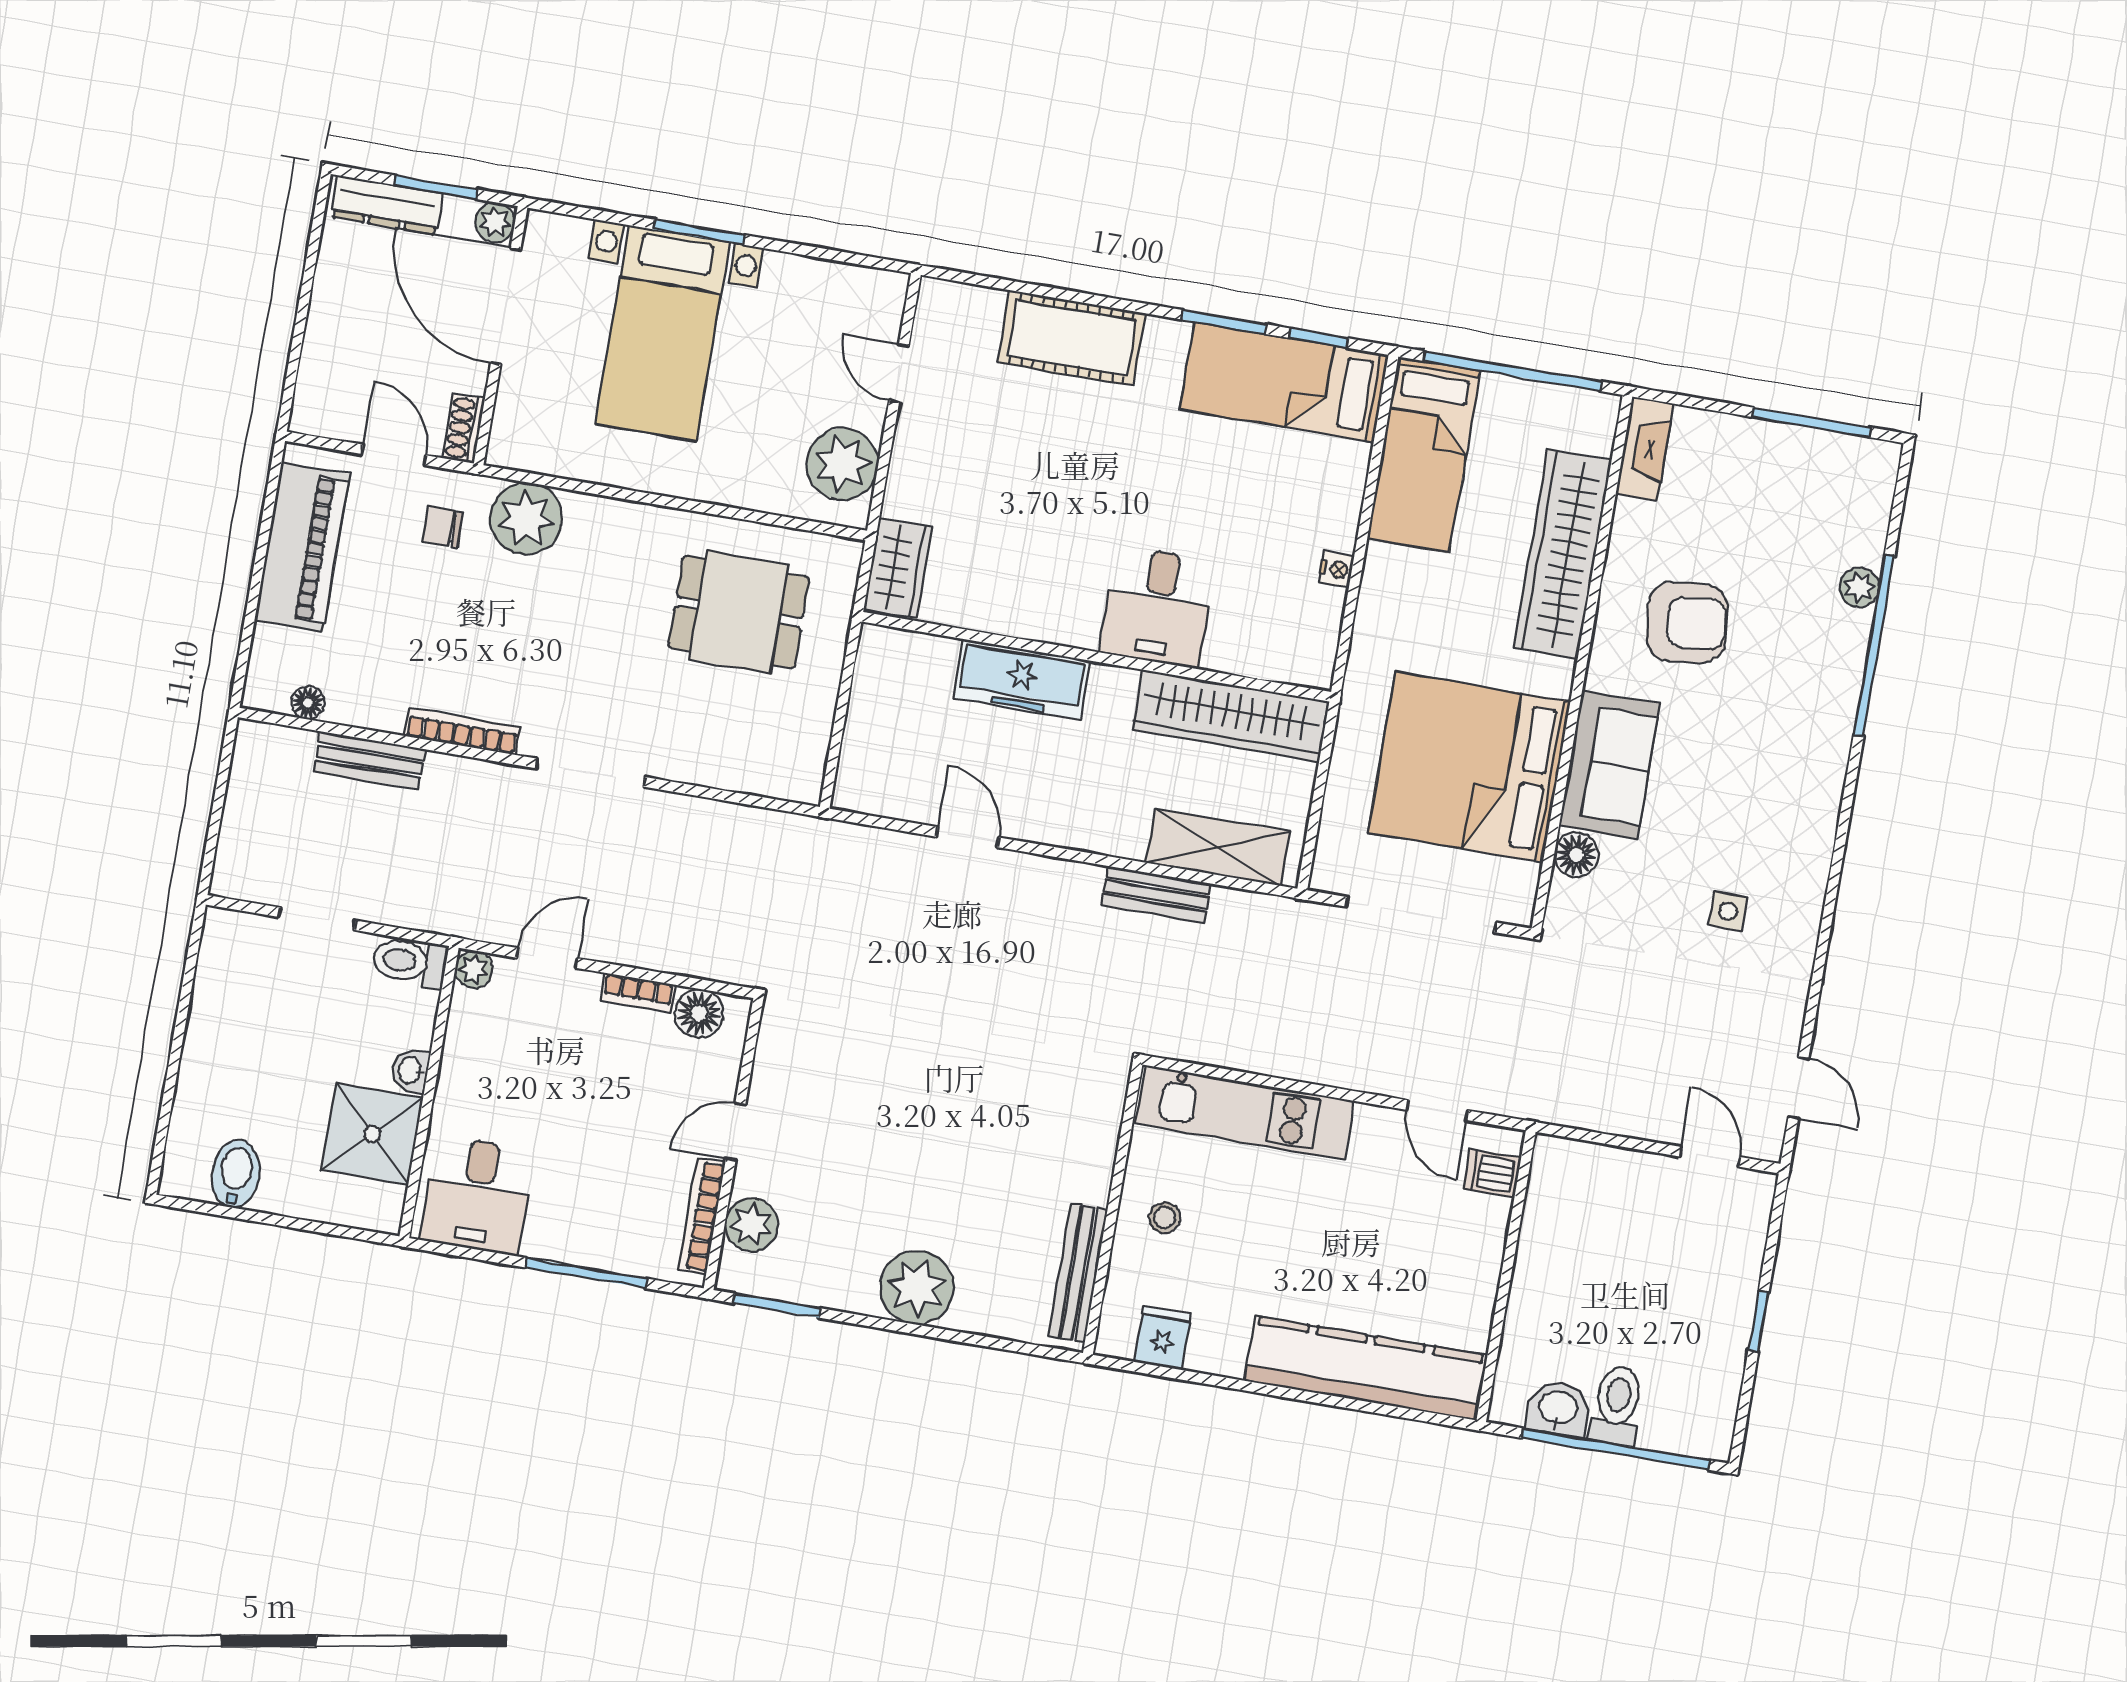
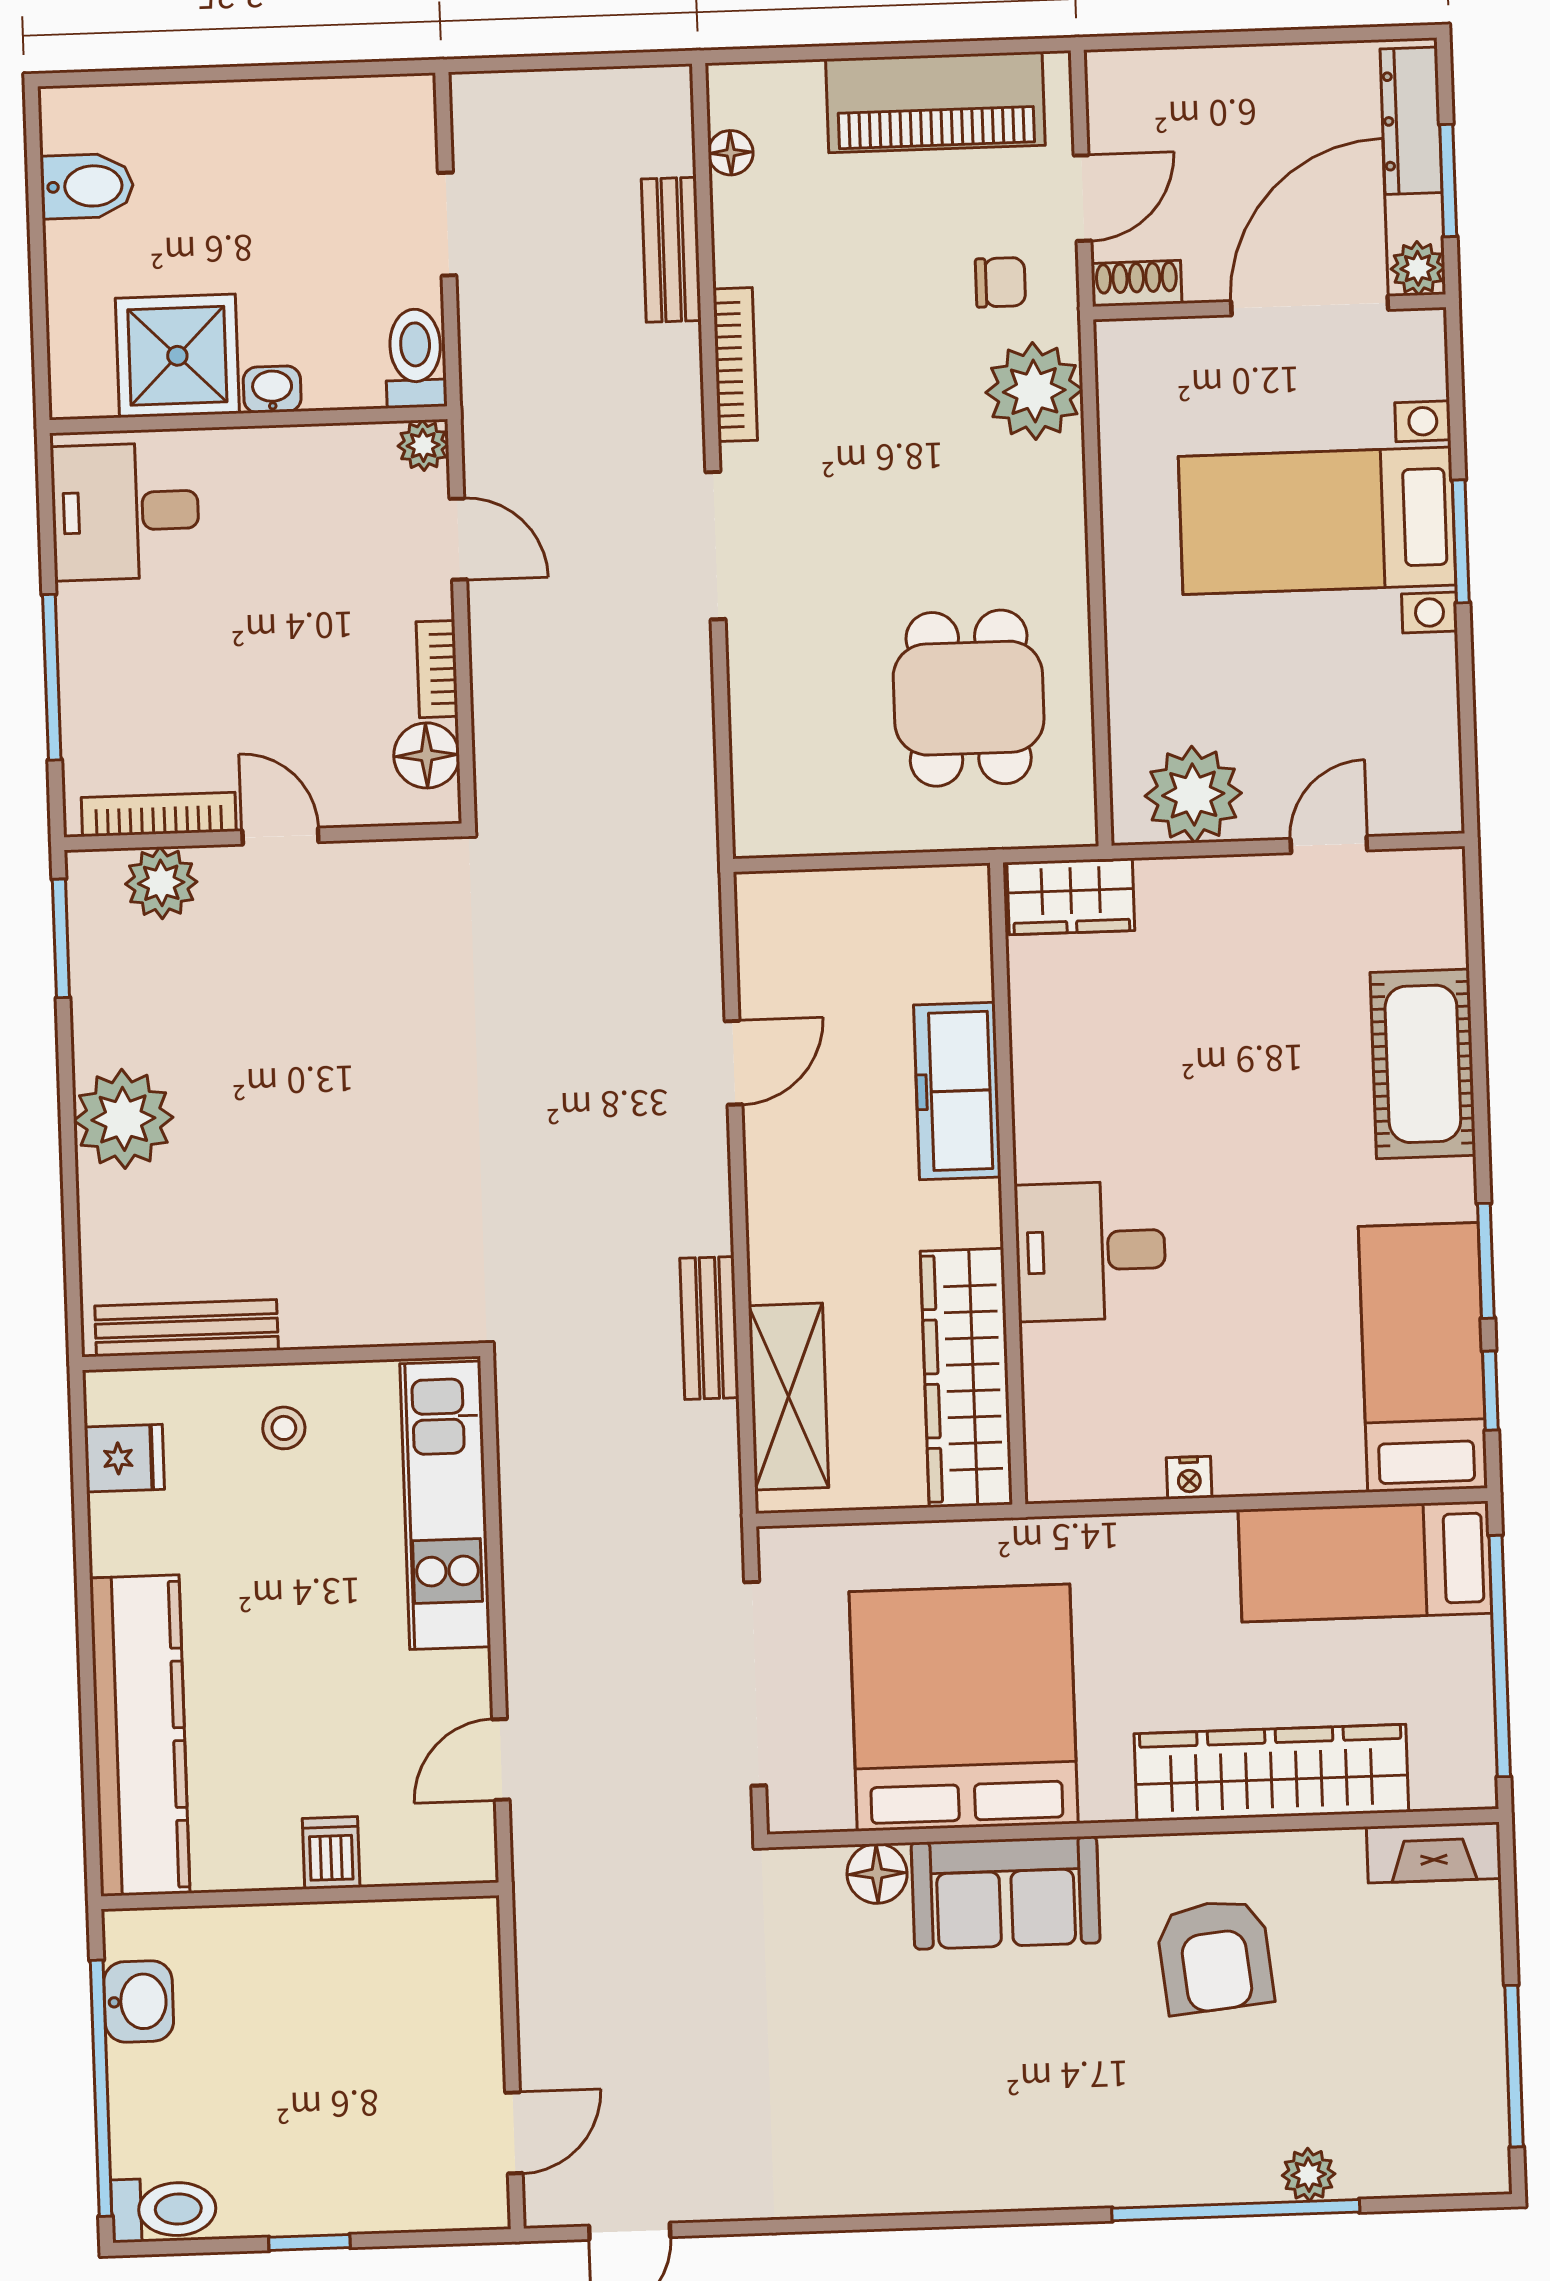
chair: (442, 527) -> (1000, 282), turned 90
side table: (1728, 911) -> (844, 2090), removed
dishwasher: (1492, 1173) -> (331, 1853), moved
toilet: (1617, 1405) -> (164, 2210), moved

